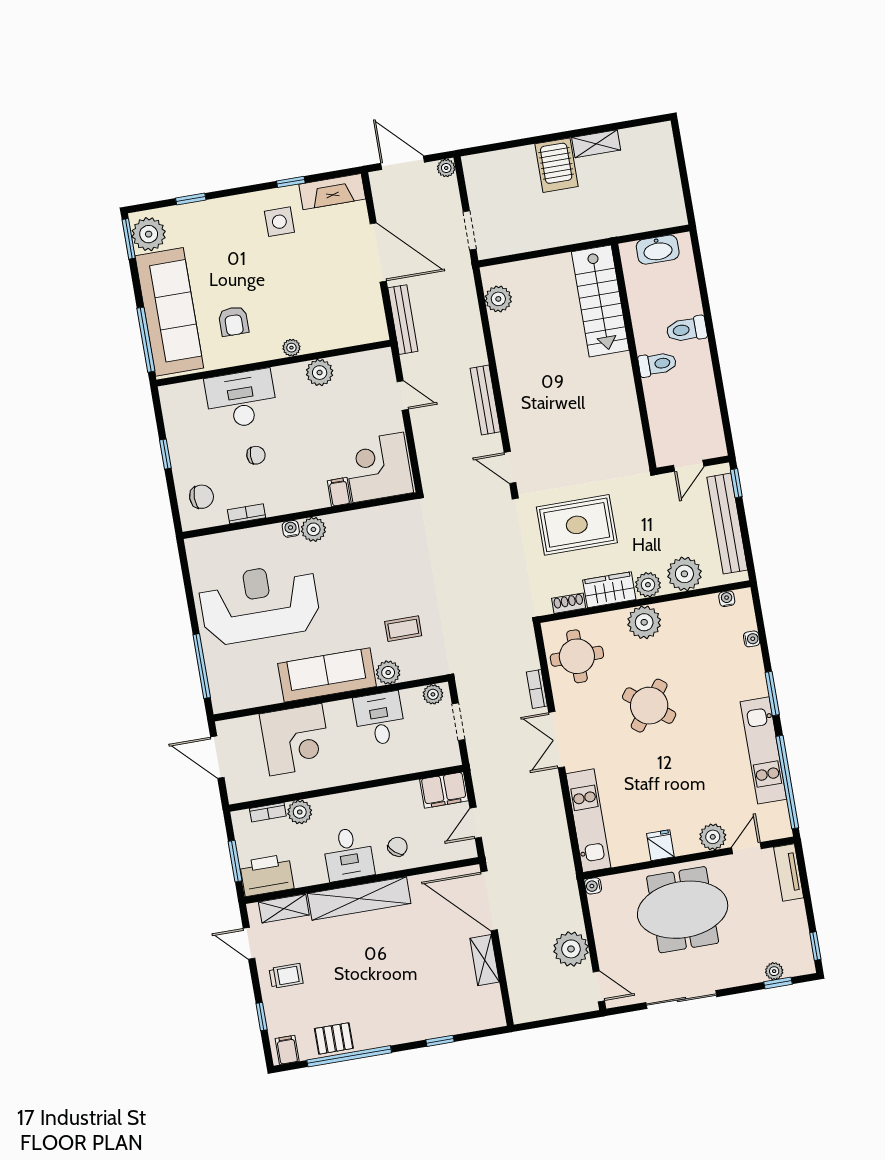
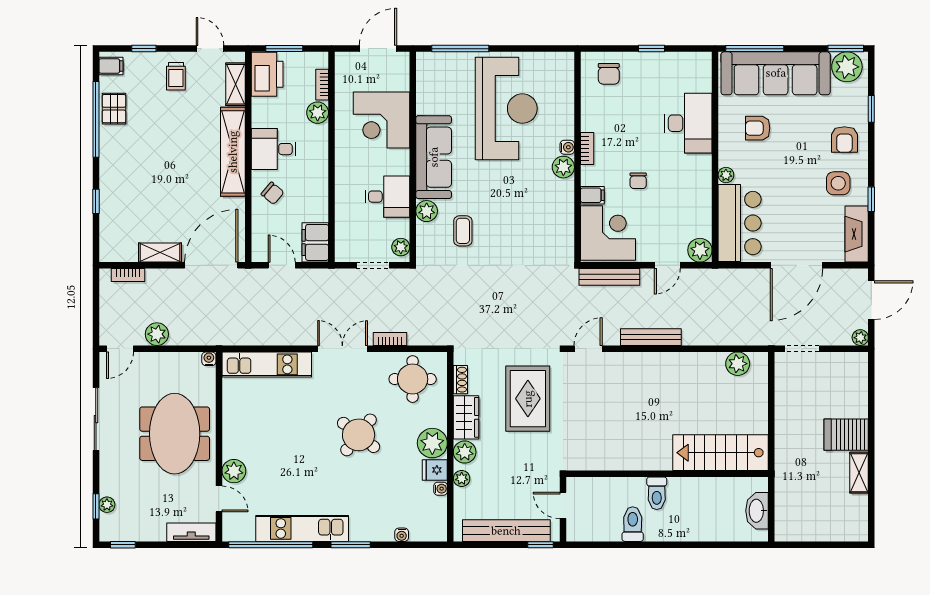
armchair: (230, 223) -> (844, 140), added
bench: (403, 320) -> (609, 277), moved
bar counter: (342, 323) -> (740, 223), added
toilet: (687, 329) -> (633, 524), moved
plant: (320, 373) -> (700, 250), moved
chair: (256, 455) -> (638, 181), moved
bookcase: (247, 514) -> (587, 148), moved
plant: (684, 574) -> (462, 478), width x0.53, depth x0.53
water cooler: (727, 599) -> (441, 489), moved
fridge: (660, 845) -> (435, 470), moved, turned 180
door: (249, 943) -> (210, 49), hinge flipped
plant: (571, 949) -> (157, 334), width x0.73, depth x0.73
bookcase: (516, 991) -> (128, 275), added

